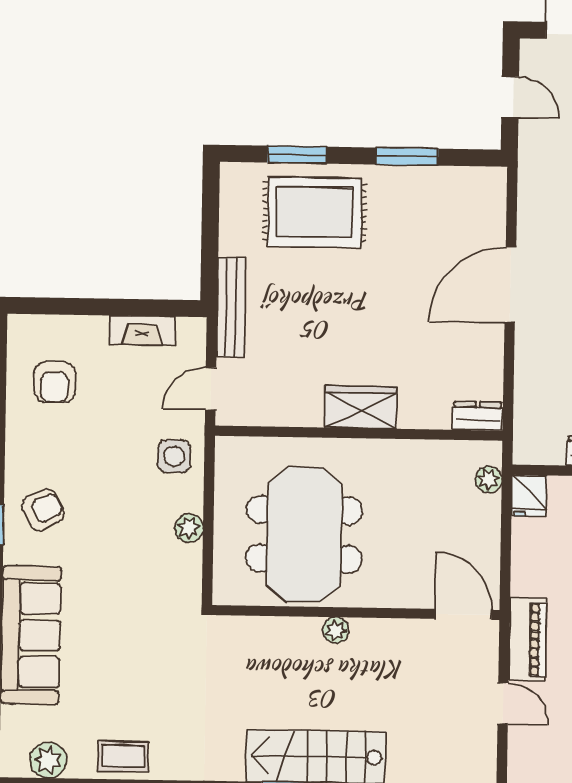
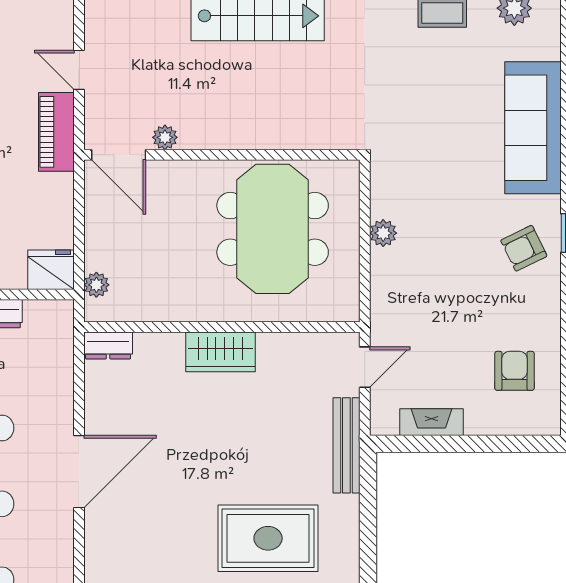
side table: (174, 456) -> (399, 302), removed
fridge: (529, 496) -> (51, 270), width x1.38
plant: (336, 630) -> (165, 137), moved

